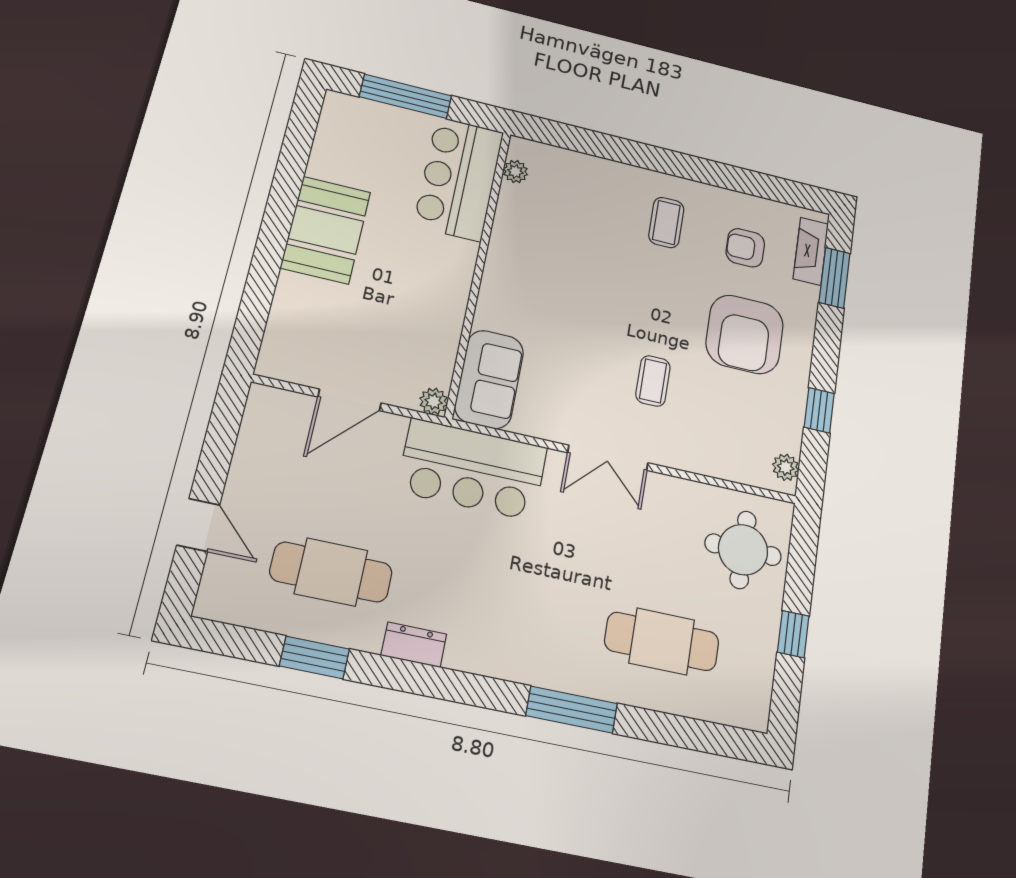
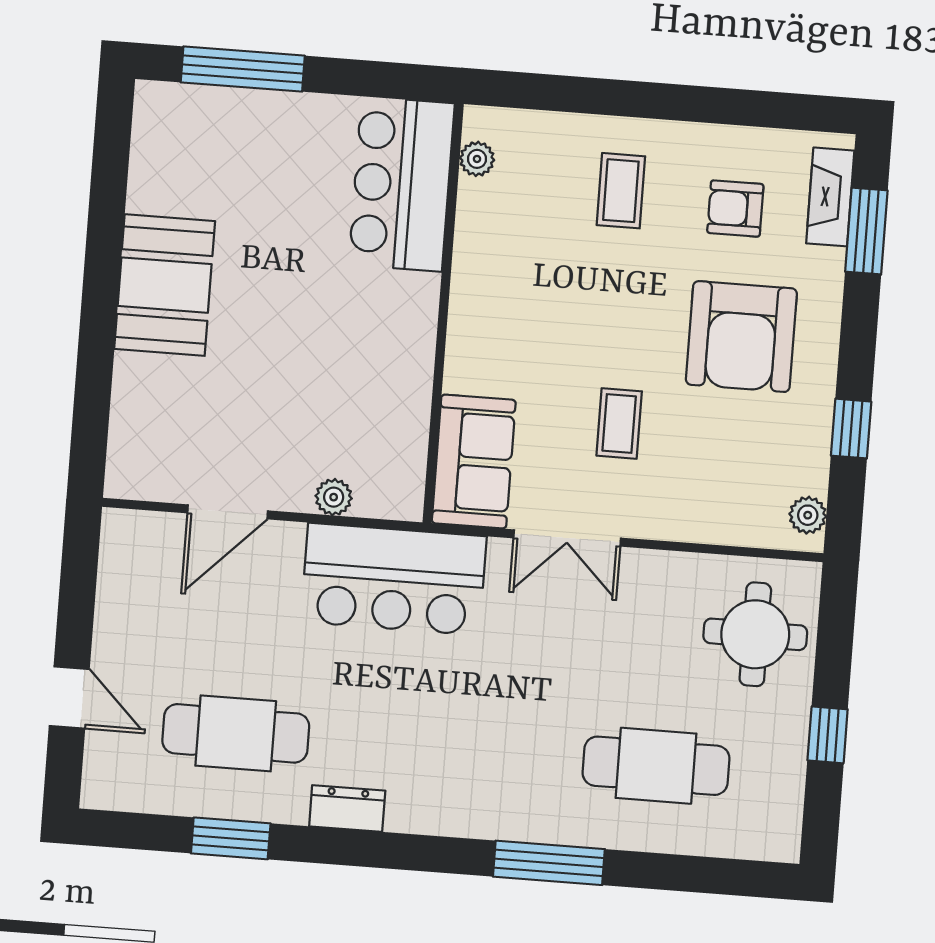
plant: (515, 172) -> (477, 159), moved
bar counter: (459, 179) -> (402, 184), moved
wall: (479, 271) -> (443, 313), moved
sofa: (489, 379) -> (474, 462), moved

